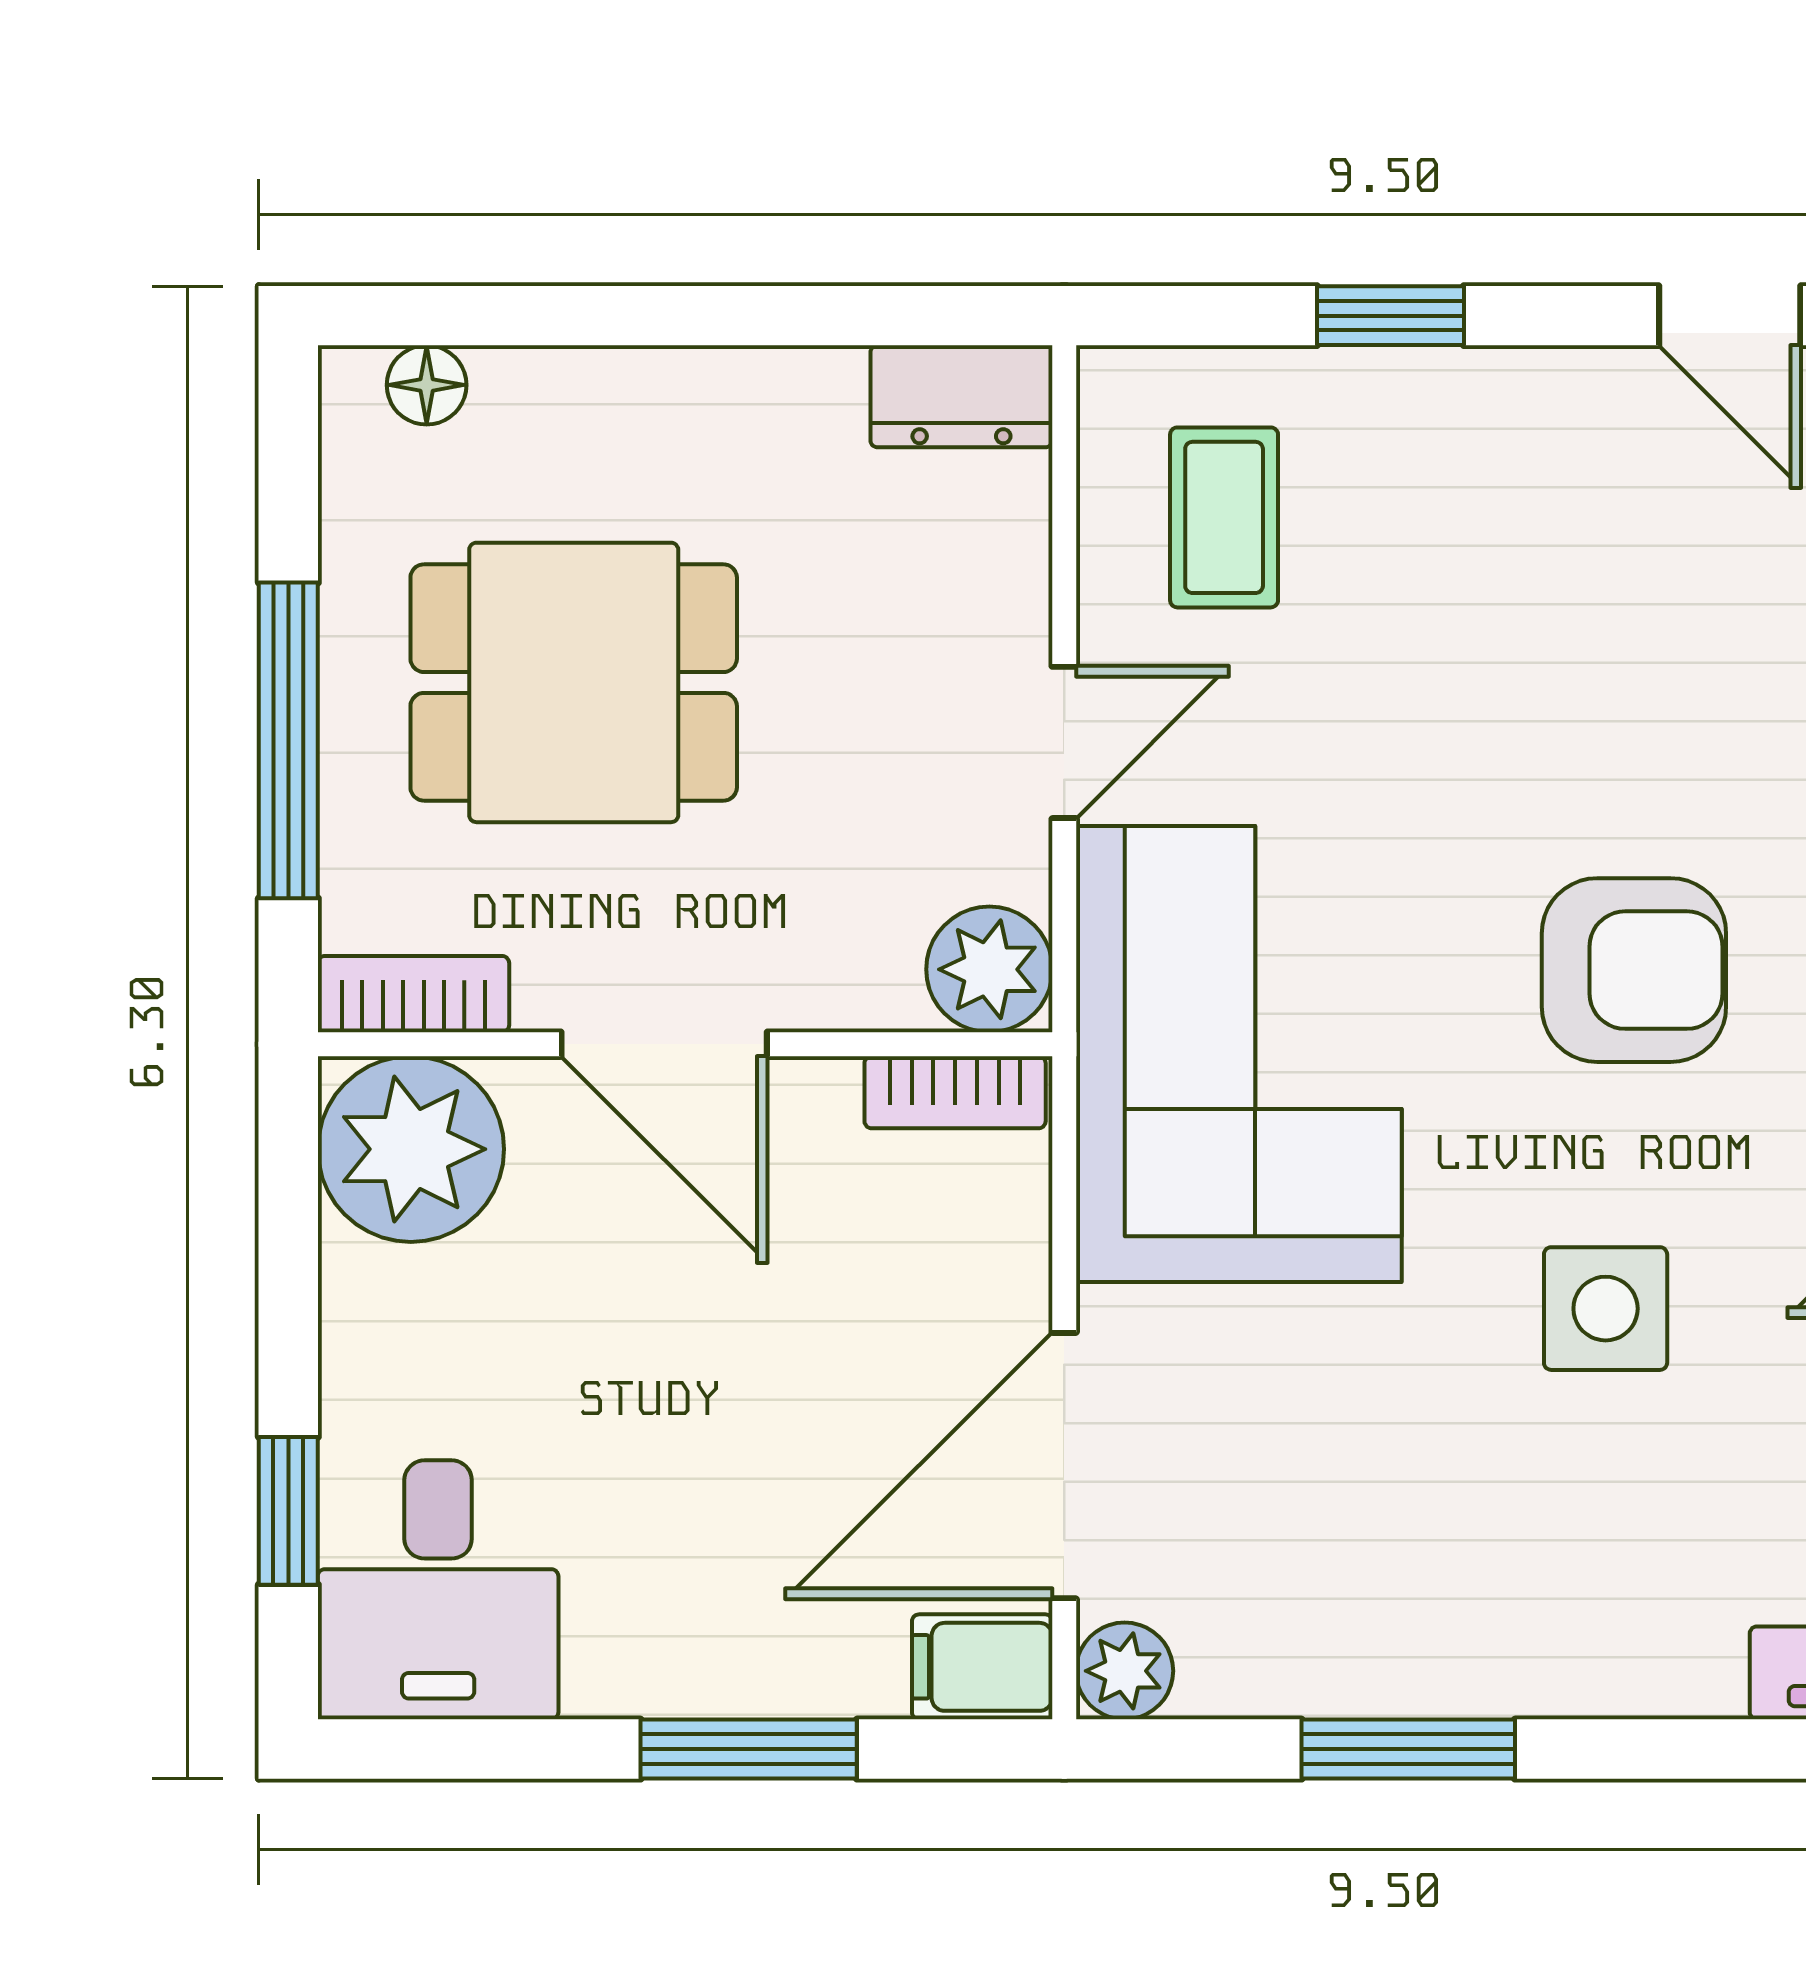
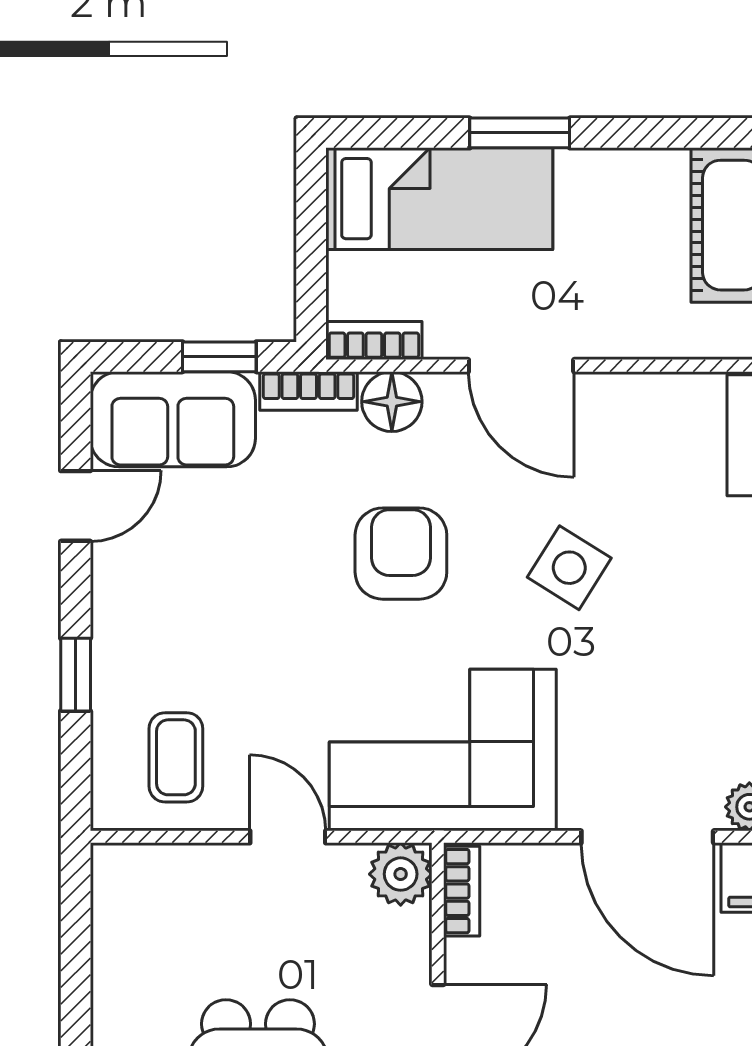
dresser: (961, 396) -> (116, 888), removed
coffee table: (1224, 517) -> (176, 757), turned 90
side table: (1606, 1309) -> (569, 568), turned 32

